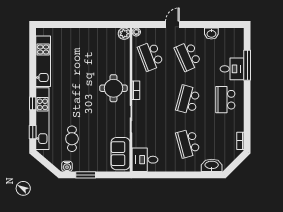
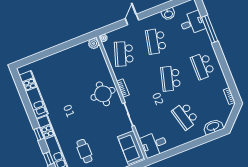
school desk: (151, 56) -> (124, 54), turned 39
school desk: (188, 56) -> (156, 41), turned 36
desk: (232, 69) -> (192, 23), moved

